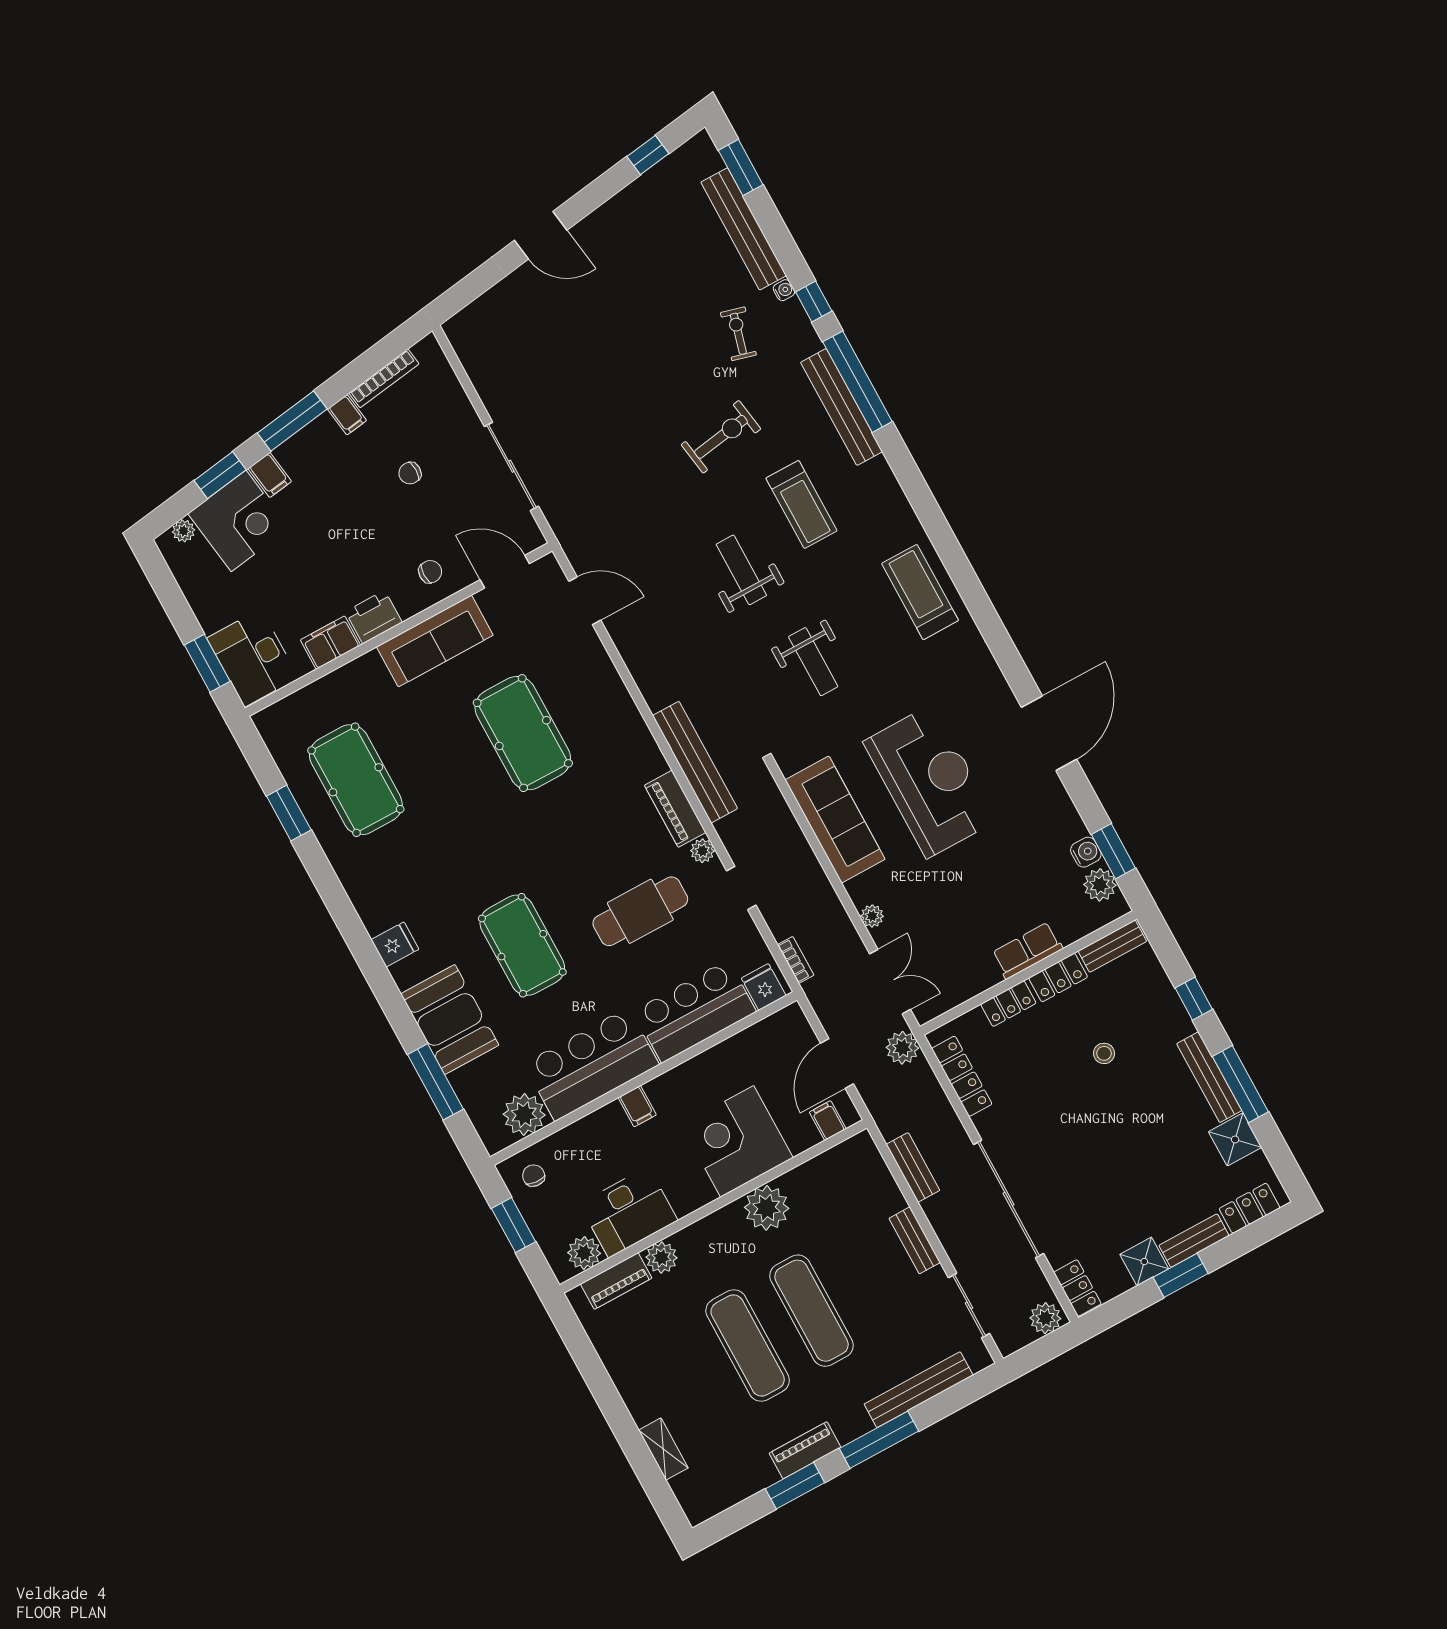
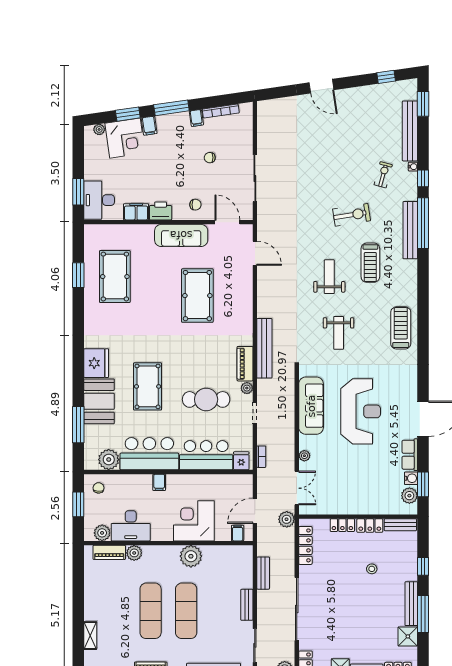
fridge: (395, 944) -> (96, 363), width x1.88, depth x1.34
row of seats: (1027, 951) -> (410, 455), moved, turned -90

